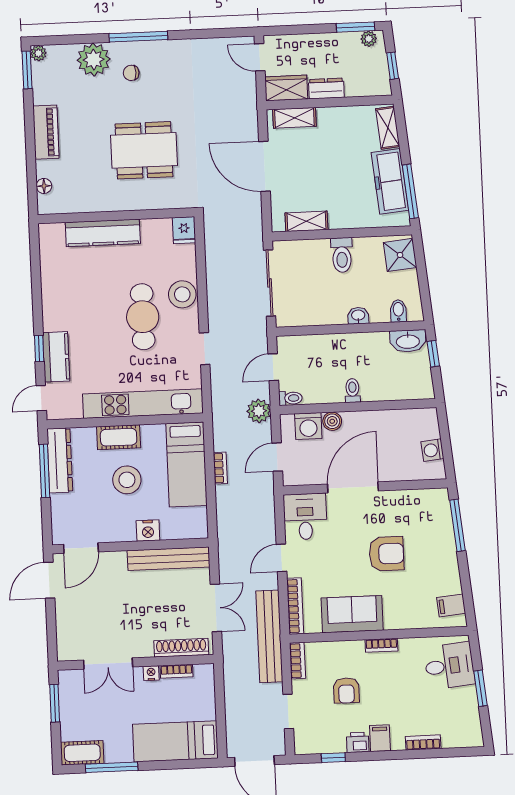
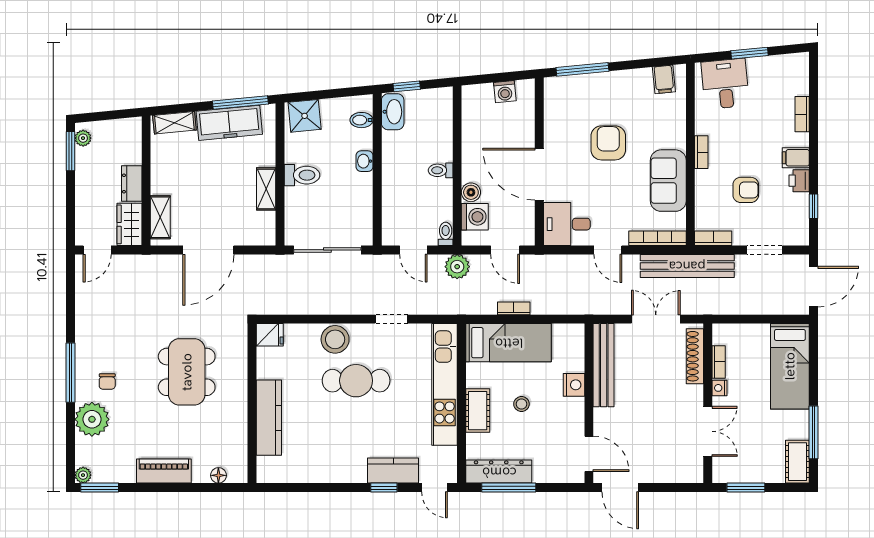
window: (393, 66) -> (111, 115), removed
shelving: (306, 221) -> (266, 189), moved
stool: (127, 480) -> (521, 404), width x0.53, depth x0.53

